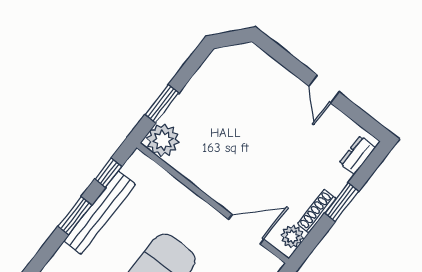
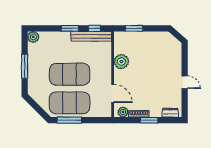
door: (324, 89) -> (185, 82), swing flipped
plant: (163, 140) -> (121, 62), moved
bench: (100, 213) -> (91, 36), moved

